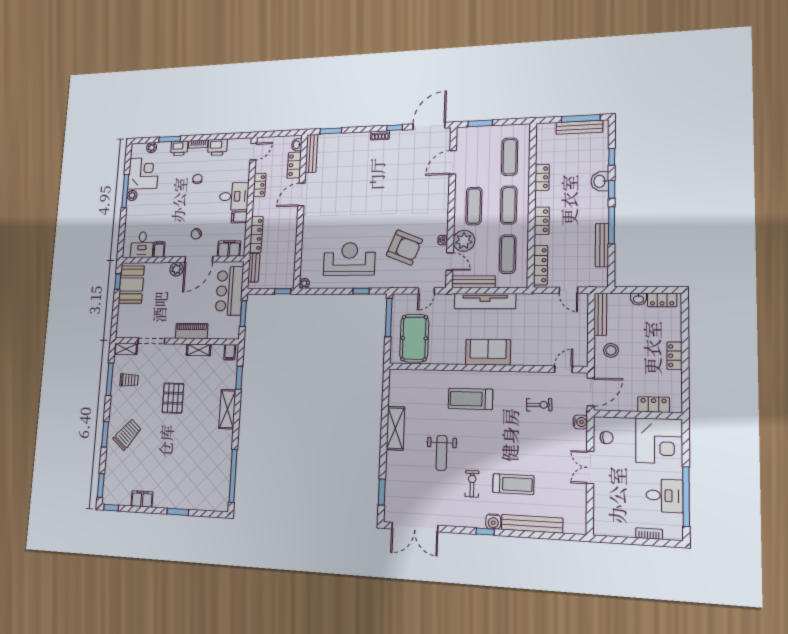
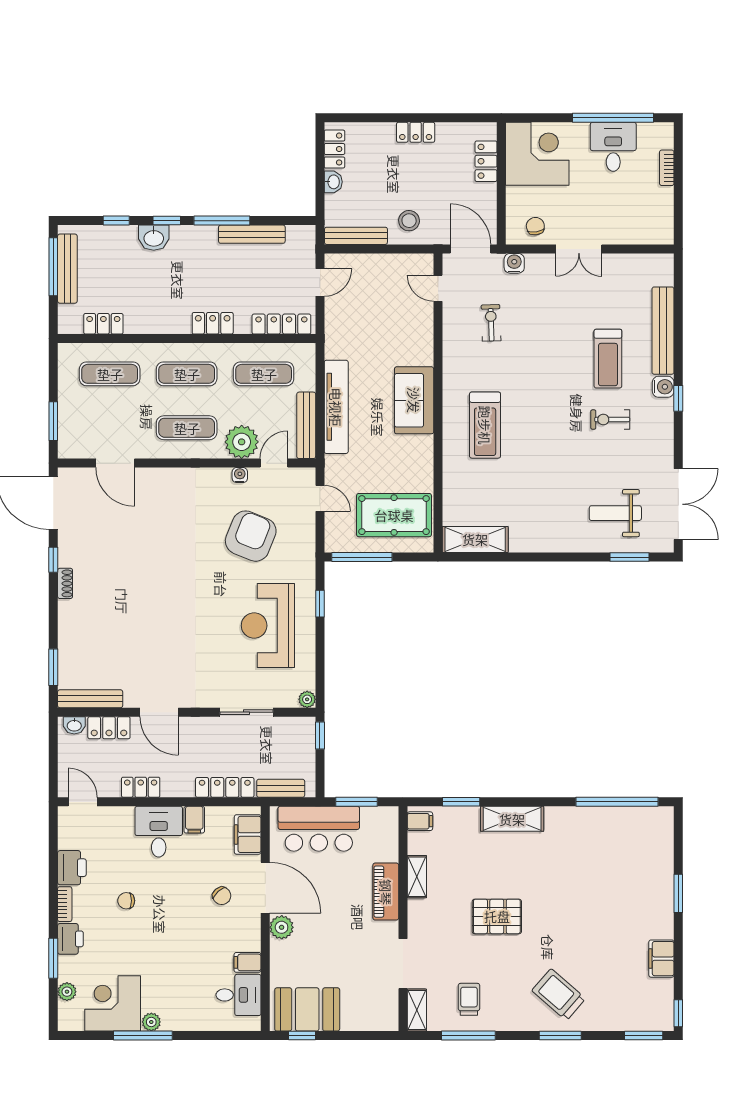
locker: (542, 177) -> (103, 324), moved
sliding door: (299, 247) -> (247, 712), added
shelving: (395, 428) -> (475, 539), moved
weight bench: (442, 453) -> (615, 513), moved, turned 180
treadmill: (513, 484) -> (608, 359), turned 180

